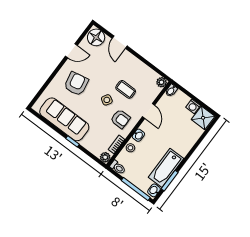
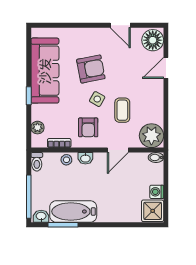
plant: (162, 82) -> (151, 136), width x1.87, depth x1.87
armchair: (76, 84) -> (91, 69), moved
plant: (105, 157) -> (37, 128), moved

